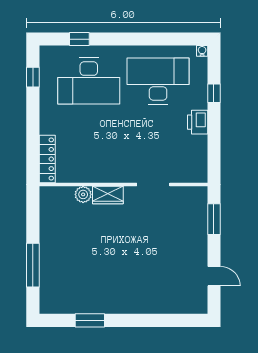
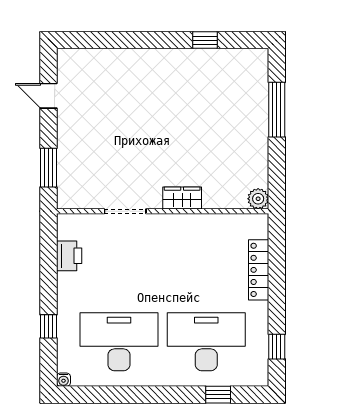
desk: (158, 81) -> (119, 342), turned 180
printer: (198, 122) -> (69, 256), moved
locker: (47, 159) -> (259, 270), moved
plant: (83, 194) -> (258, 199), moved
window: (90, 320) -> (205, 40), width x0.67

